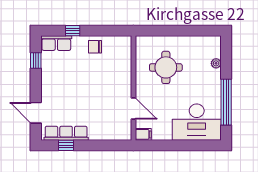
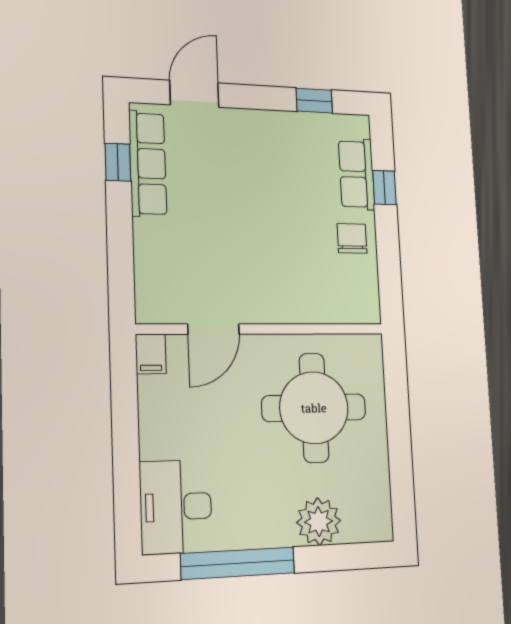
row of seats: (56, 43) -> (357, 174), moved
plant: (216, 63) -> (319, 522), width x1.88, depth x1.88
round table: (166, 67) -> (314, 408), width x1.36, depth x1.36
desk: (197, 122) -> (176, 507), width x0.73, depth x0.77

